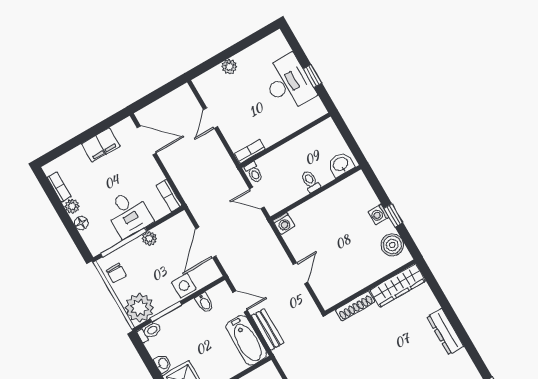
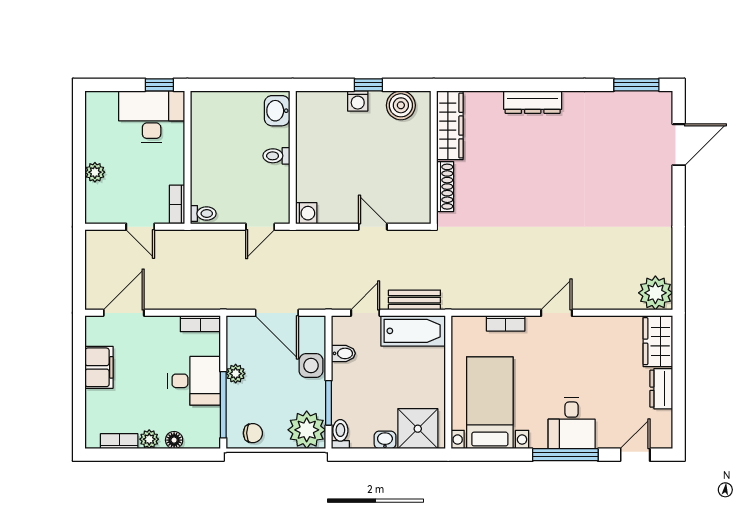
wall: (285, 140) -> (187, 157), moved
bookcase: (250, 151) -> (177, 204), moved
toilet: (254, 172) -> (203, 214), moved

